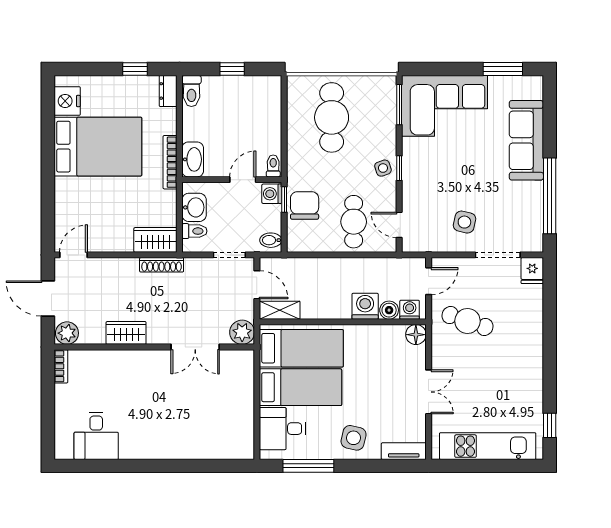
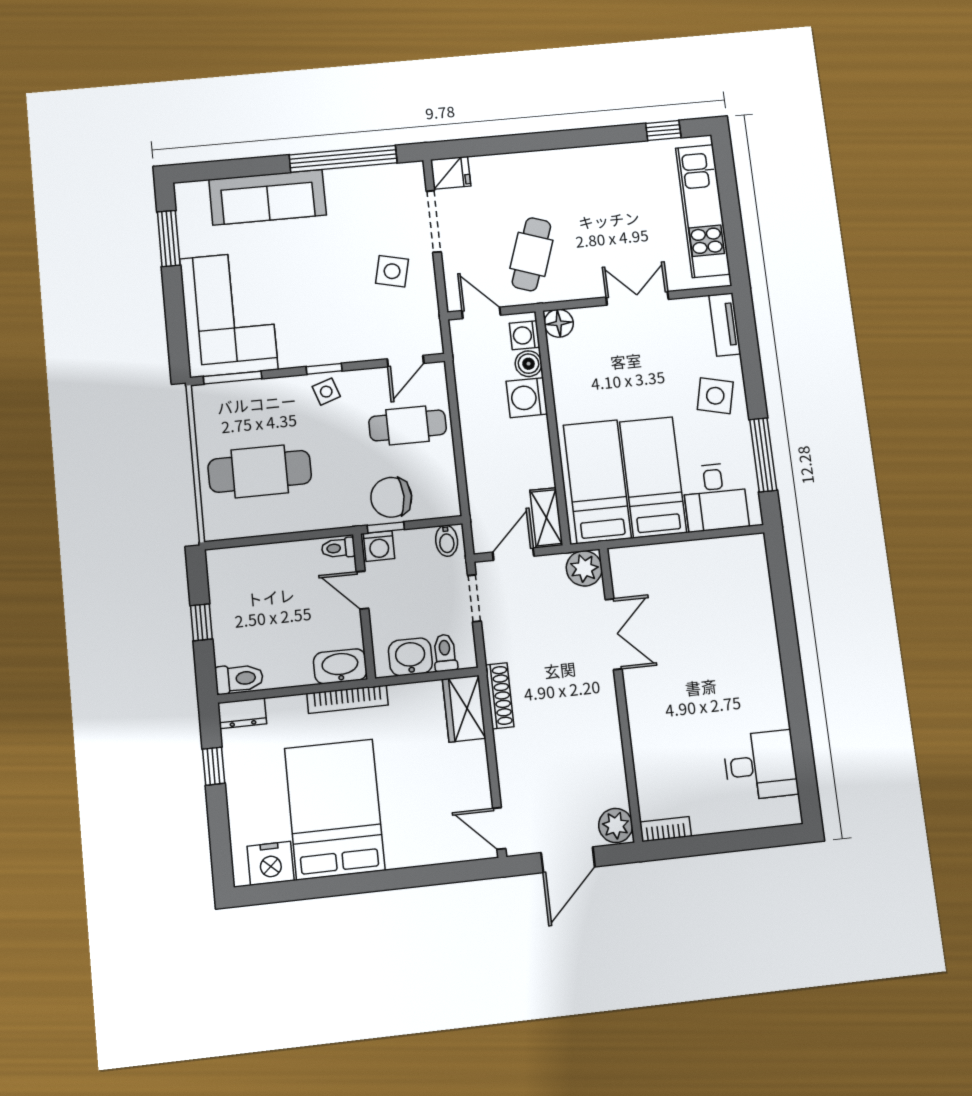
wardrobe: (126, 333) -> (605, 737), removed

